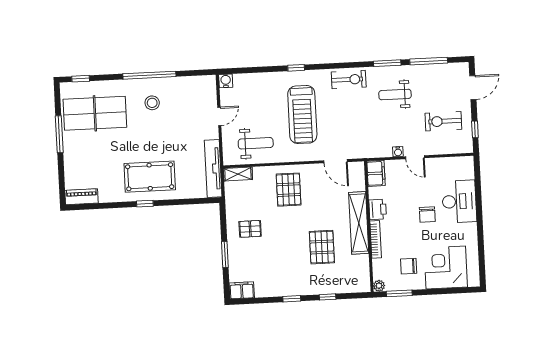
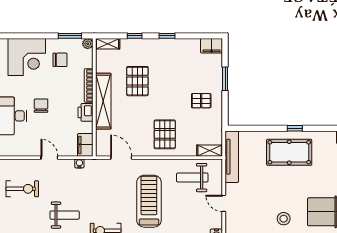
door: (219, 116) -> (224, 203), hinge flipped
water cooler: (398, 152) -> (79, 163), moved
shelving: (357, 287) -> (108, 44), added

